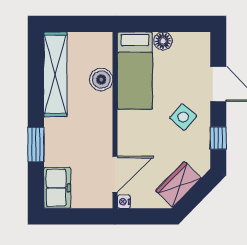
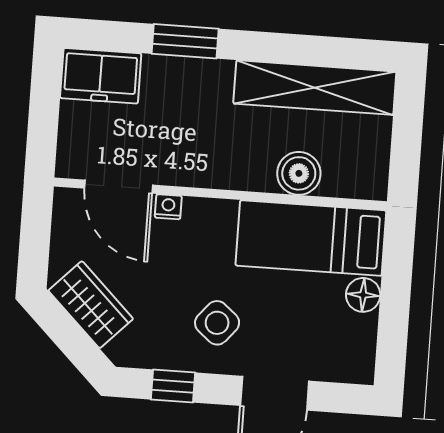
nightstand: (124, 202) -> (168, 207), moved

